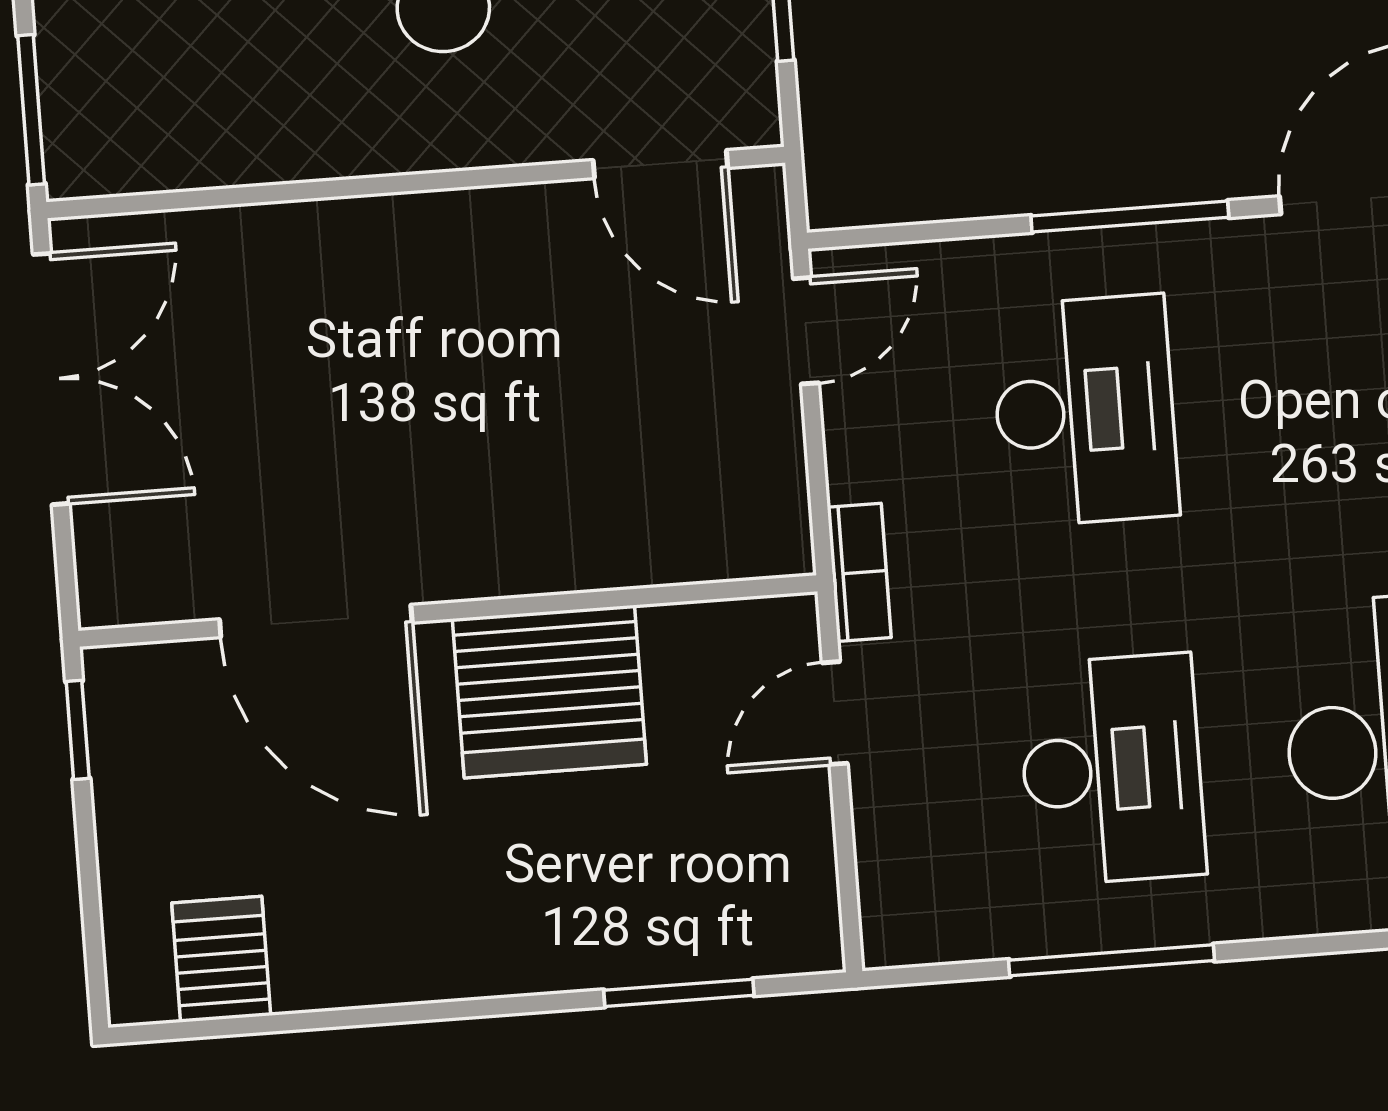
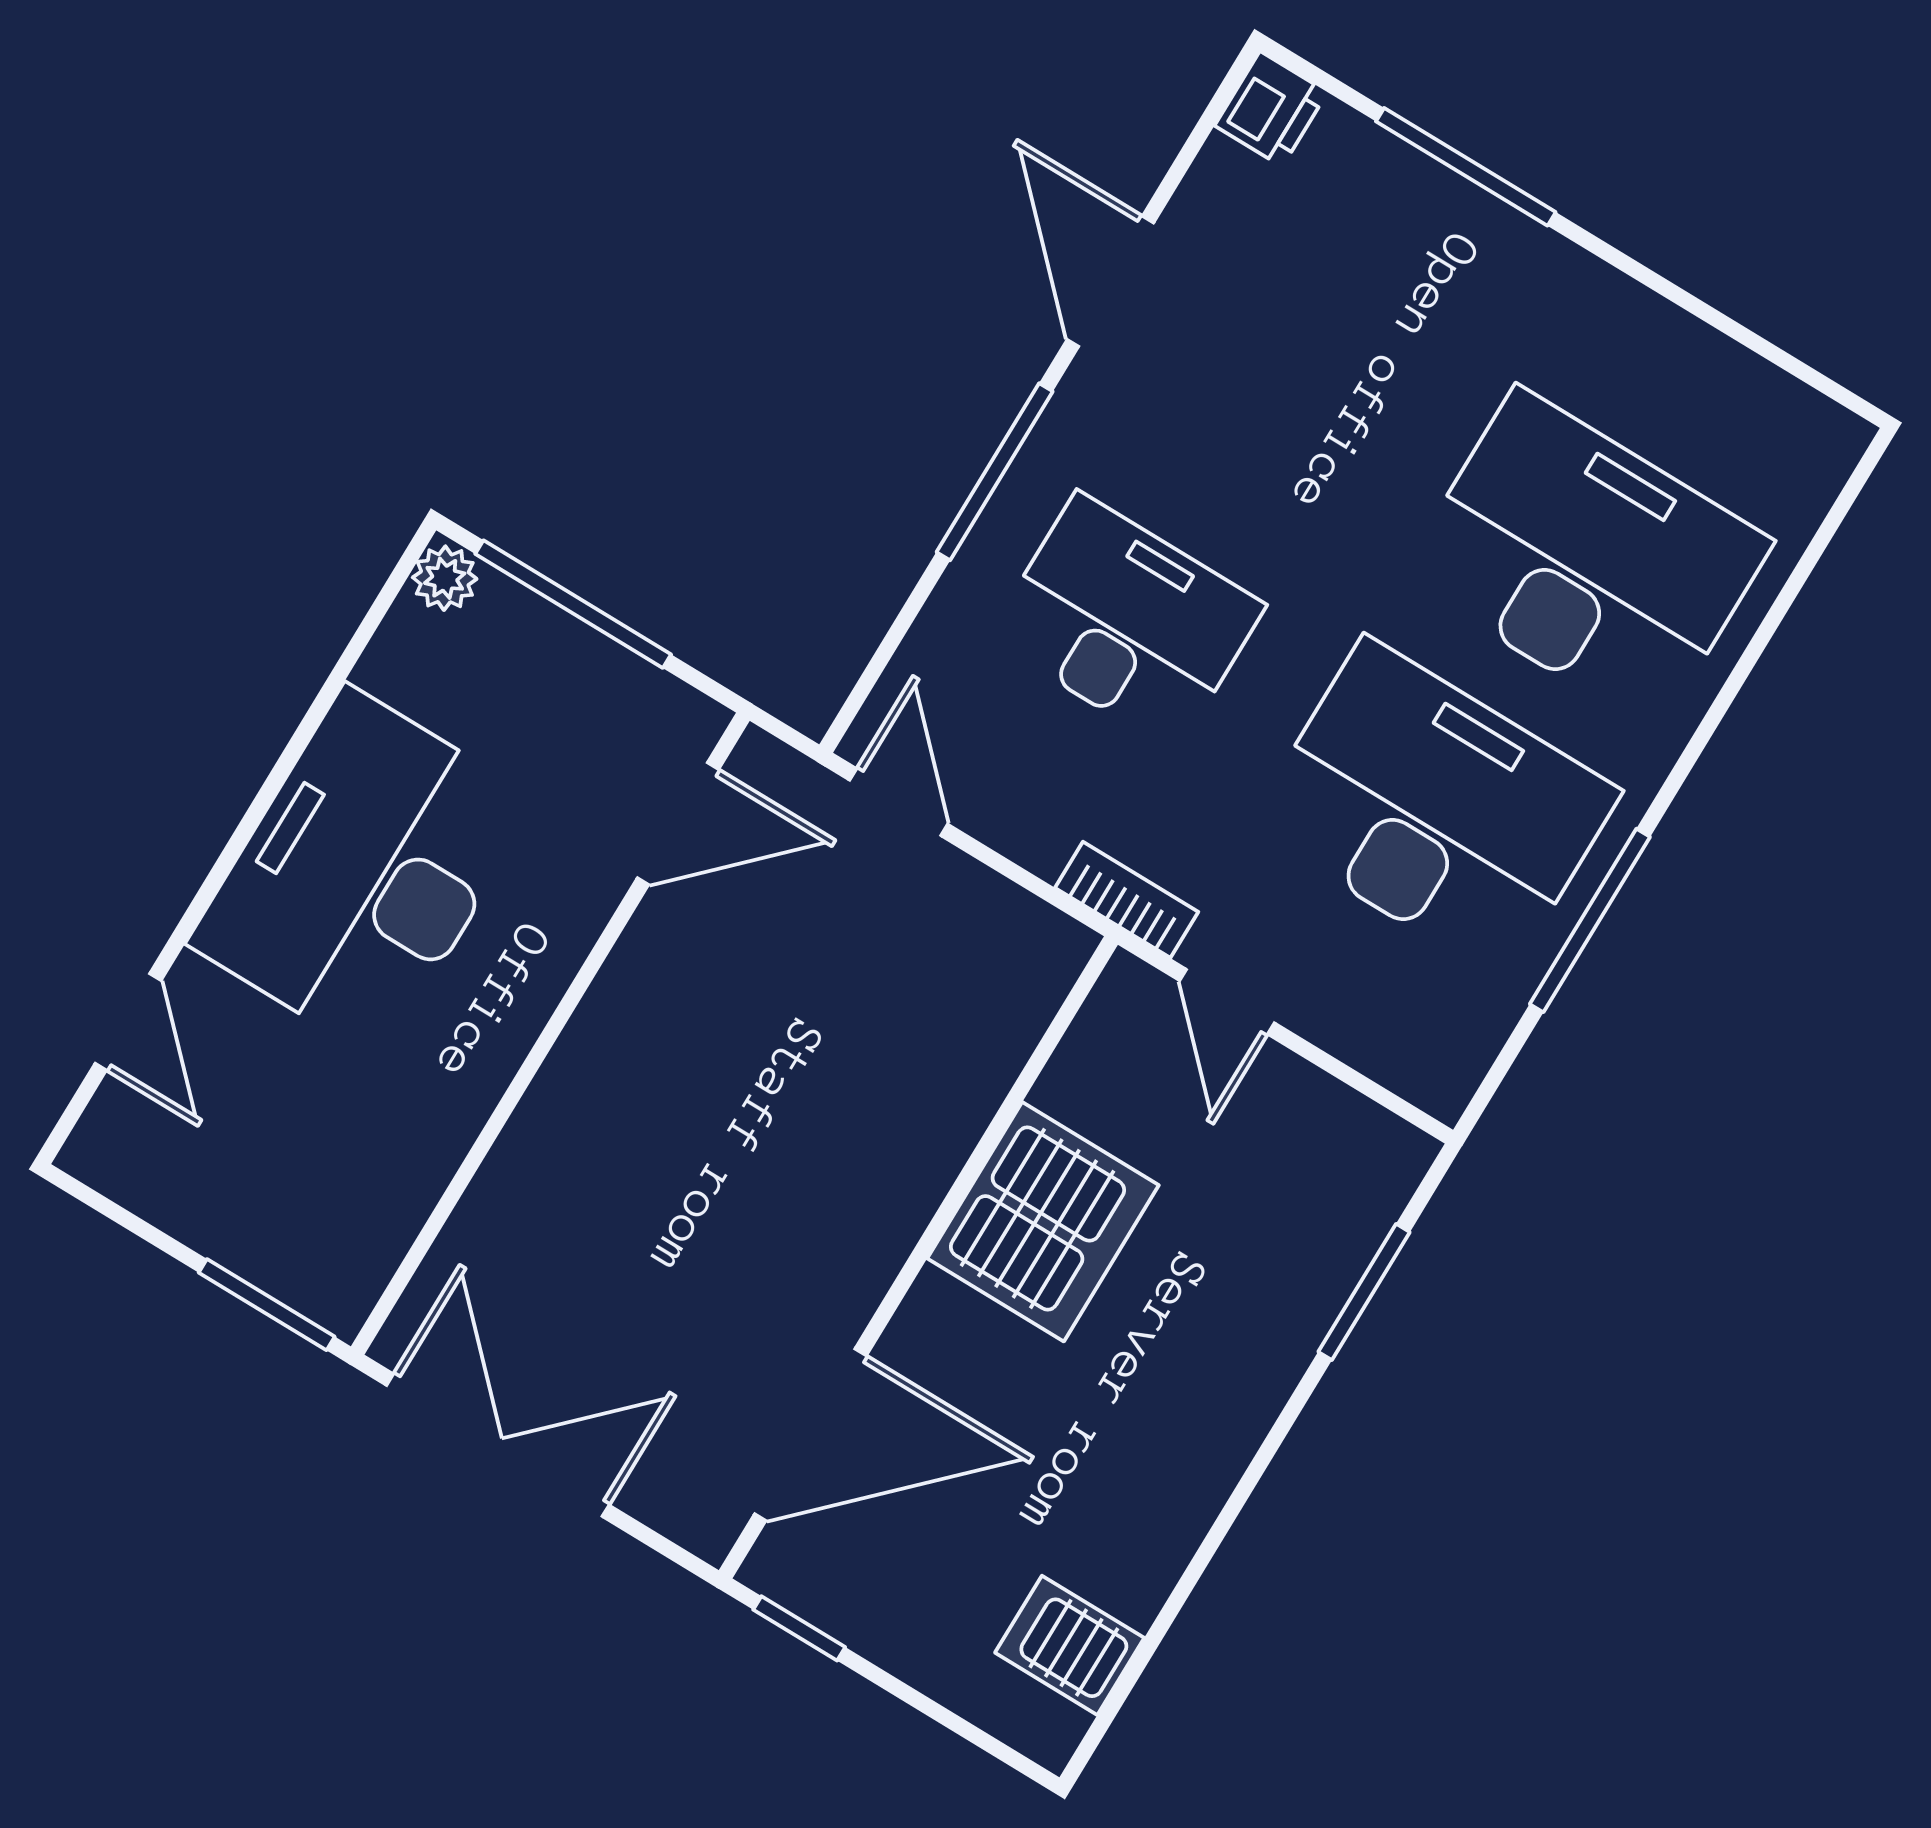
door: (316, 621) -> (810, 1435), moved
desk: (1112, 770) -> (1435, 809), width x1.36, depth x1.30

